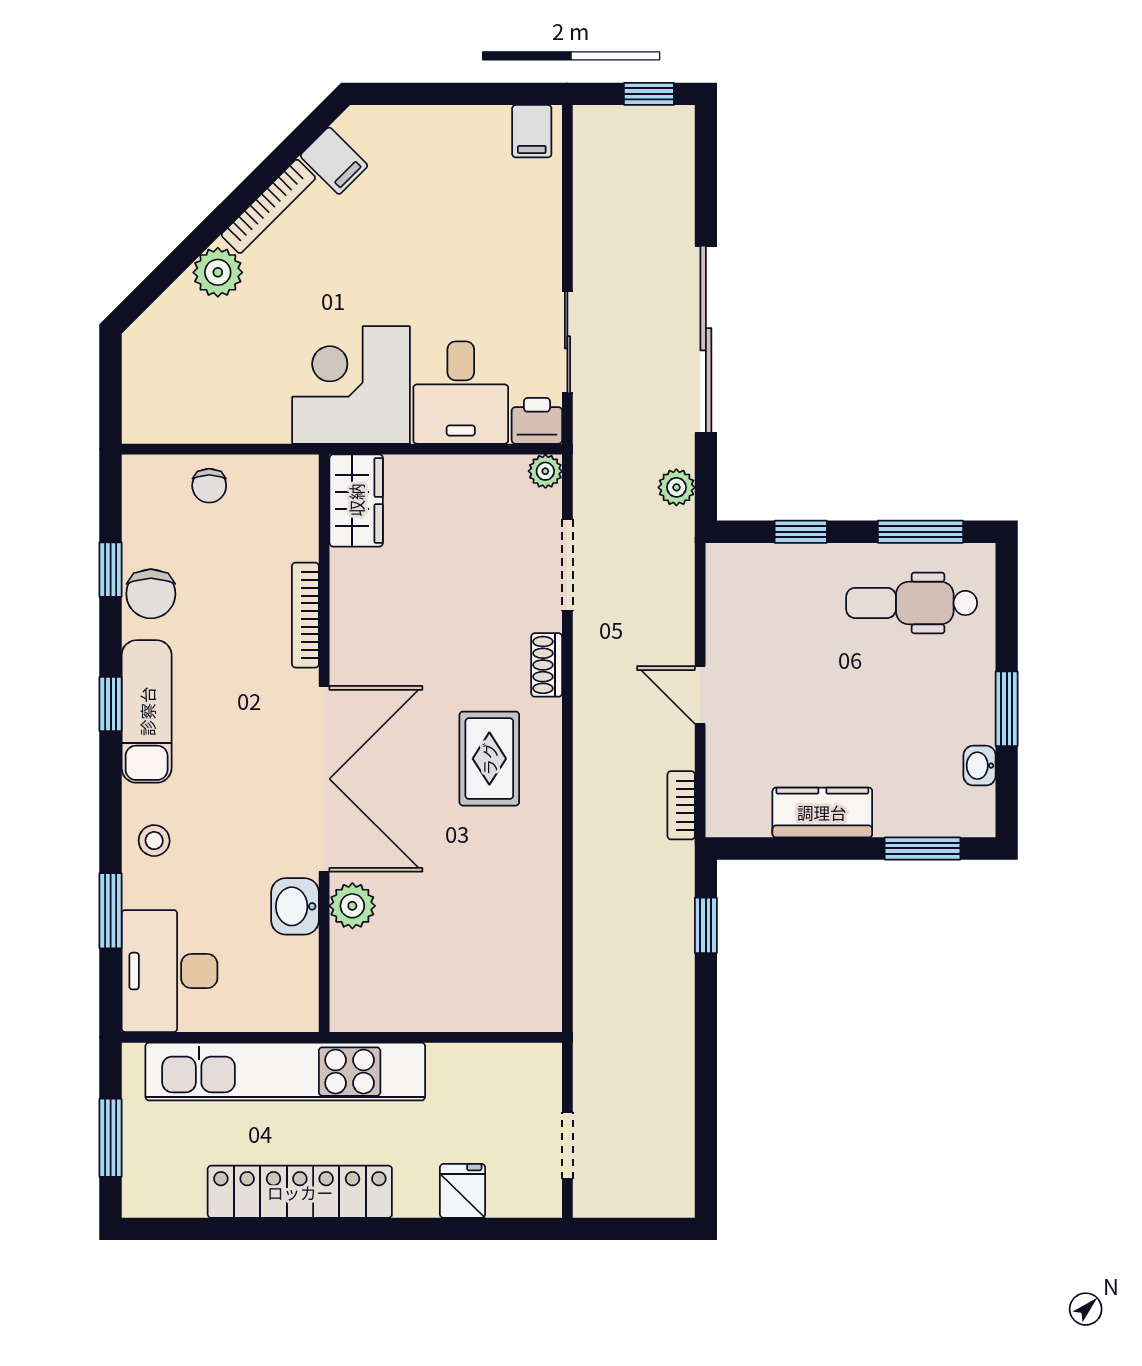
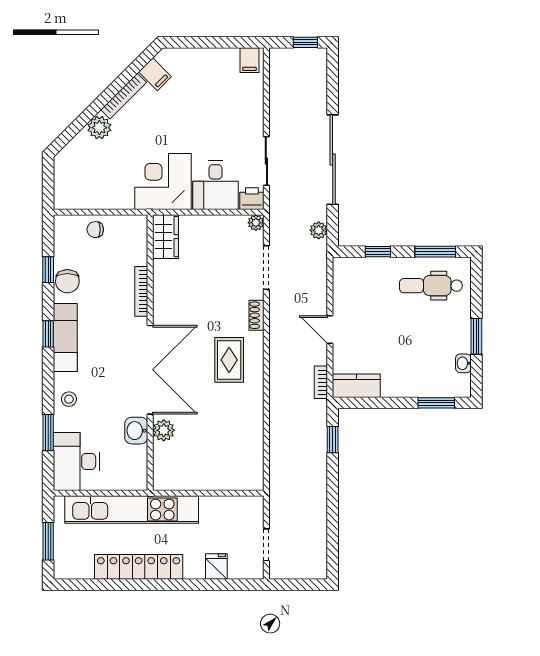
chair: (209, 486) -> (95, 230), turned 90
kitchen counter: (822, 812) -> (356, 386), moved

